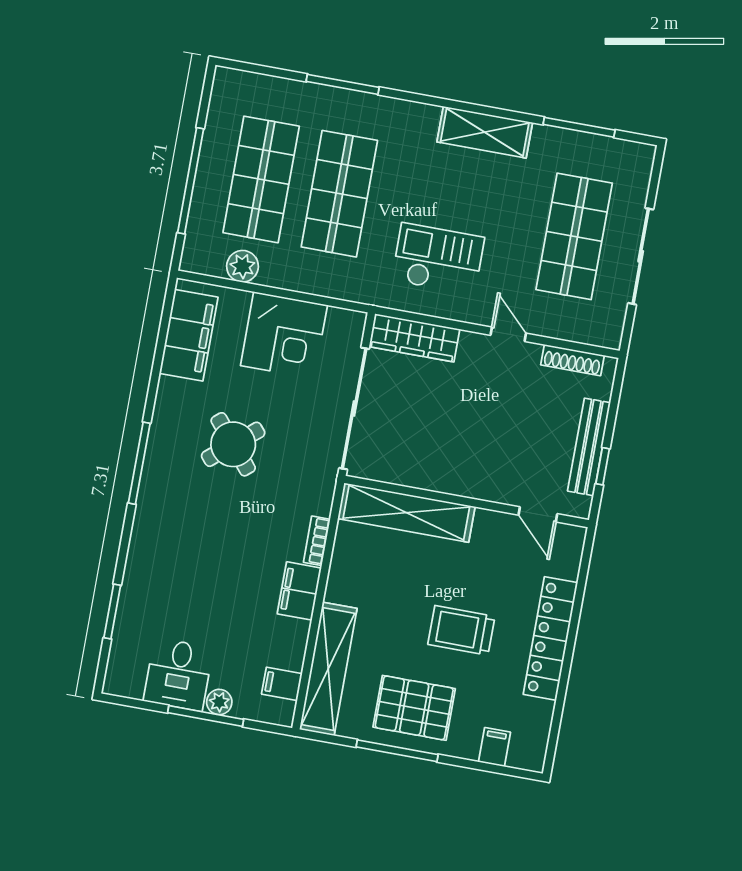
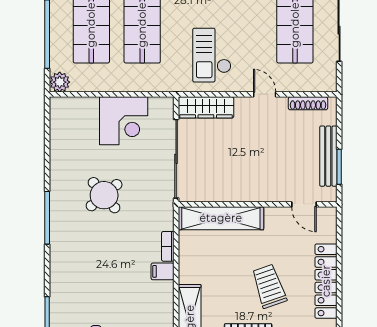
checkout: (438, 259) -> (212, 55), turned -90
plant: (242, 266) -> (60, 82), moved
filing cabinet: (189, 335) -> (64, 132), removed
window: (603, 466) -> (339, 167), width x1.50
filing cabinet: (299, 591) -> (162, 271), width x0.50
trolley: (461, 630) -> (269, 286), turned 71

